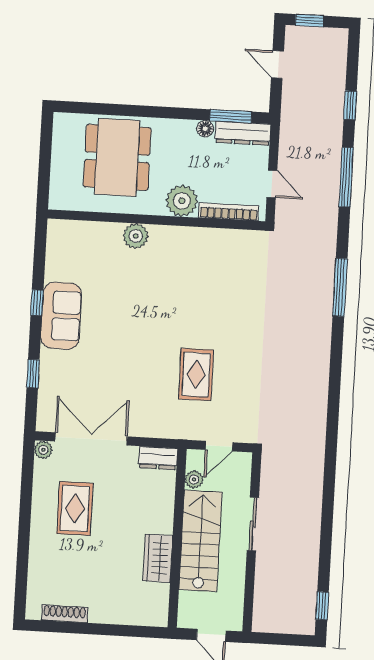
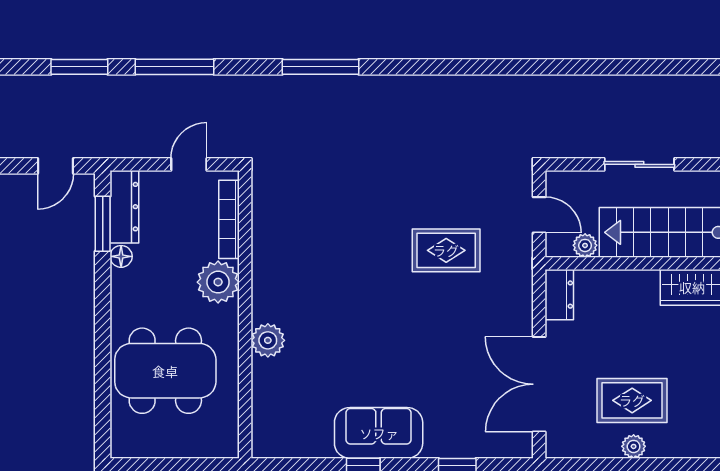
door: (277, 64) -> (55, 166), moved
window: (350, 105) -> (79, 67), width x1.50
plant: (43, 450) -> (634, 446), moved

